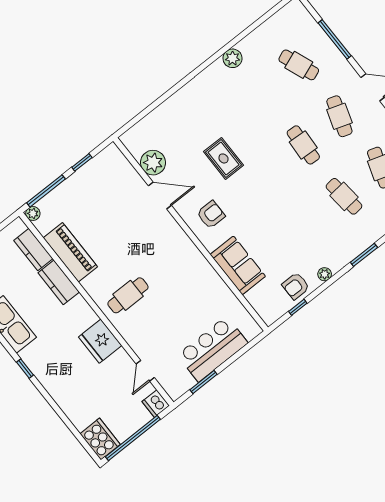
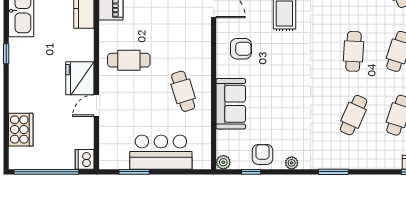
cafe table: (344, 196) -> (354, 115), turned 30
cafe table: (192, 286) -> (183, 91), added
armchair: (296, 286) -> (263, 154), turned 90
plant: (269, 317) -> (223, 162), added
door: (145, 371) -> (96, 106), moved
cooker: (100, 439) -> (21, 130), moved

